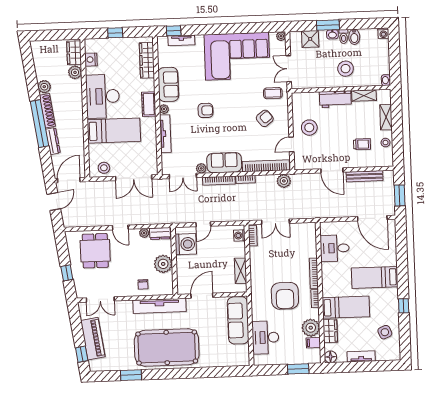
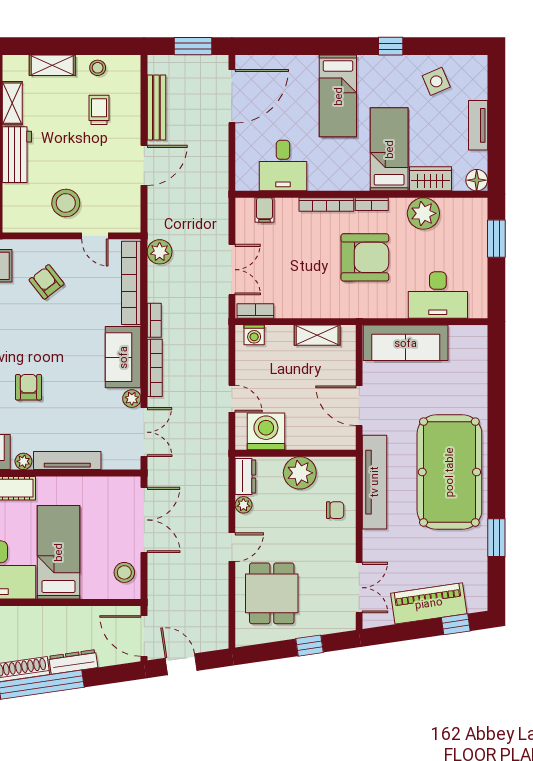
dining table: (95, 251) -> (272, 593), turned 90
filing cabinet: (313, 343) -> (264, 210), moved

